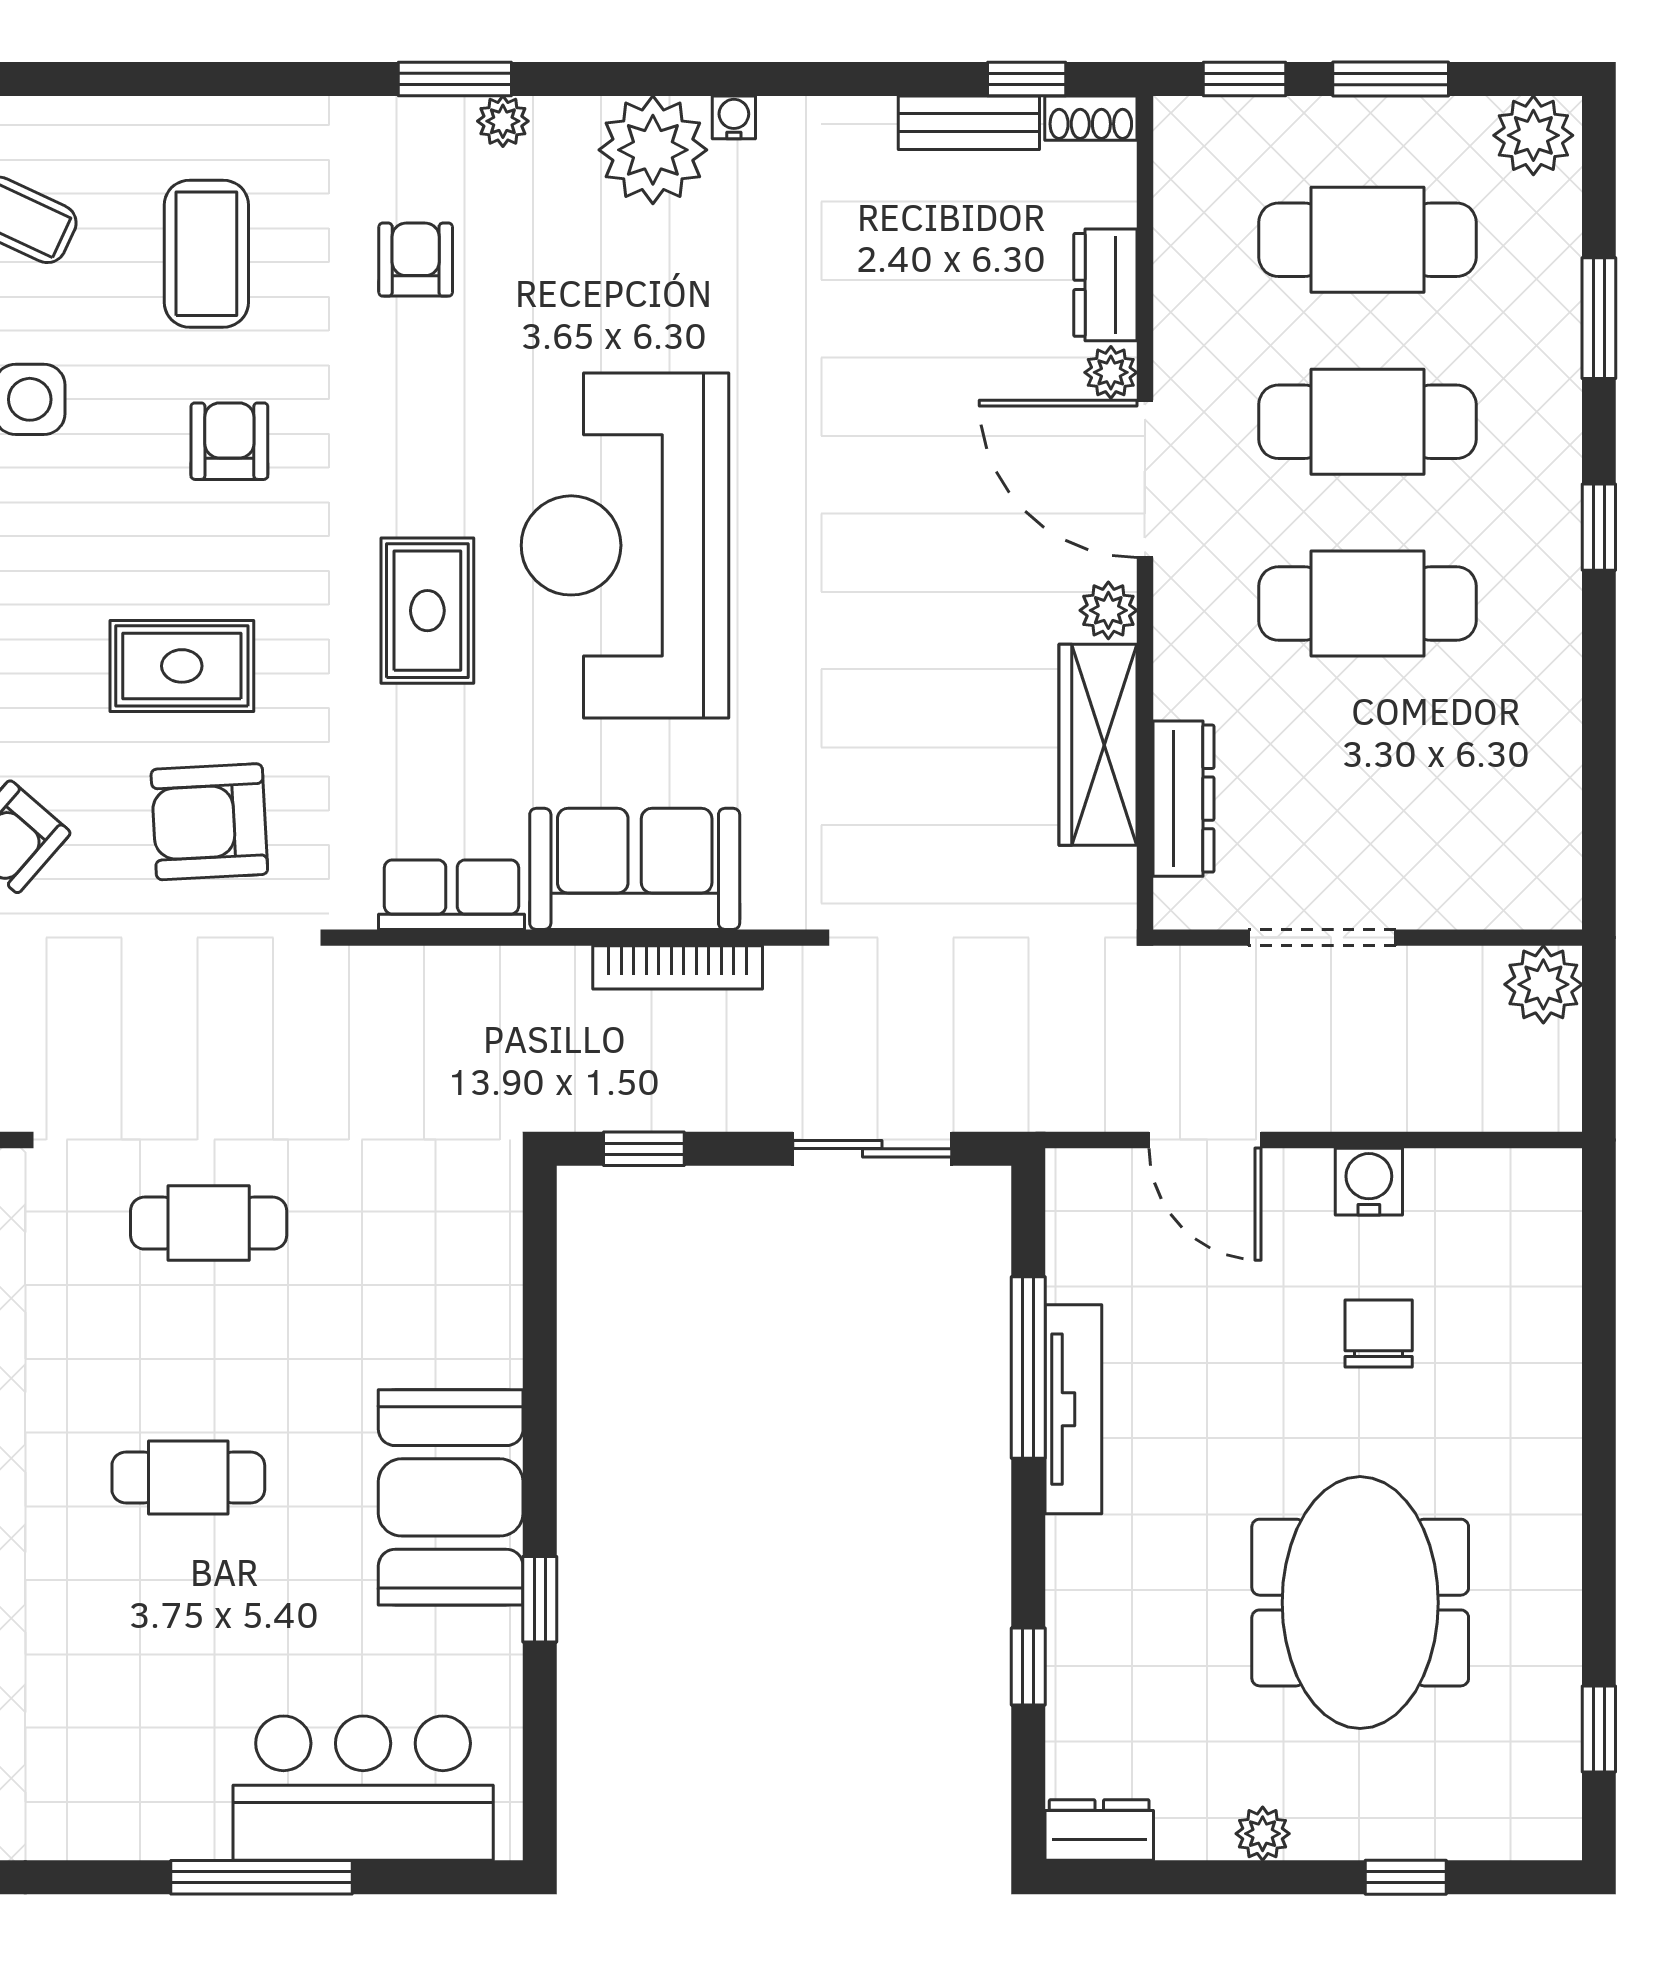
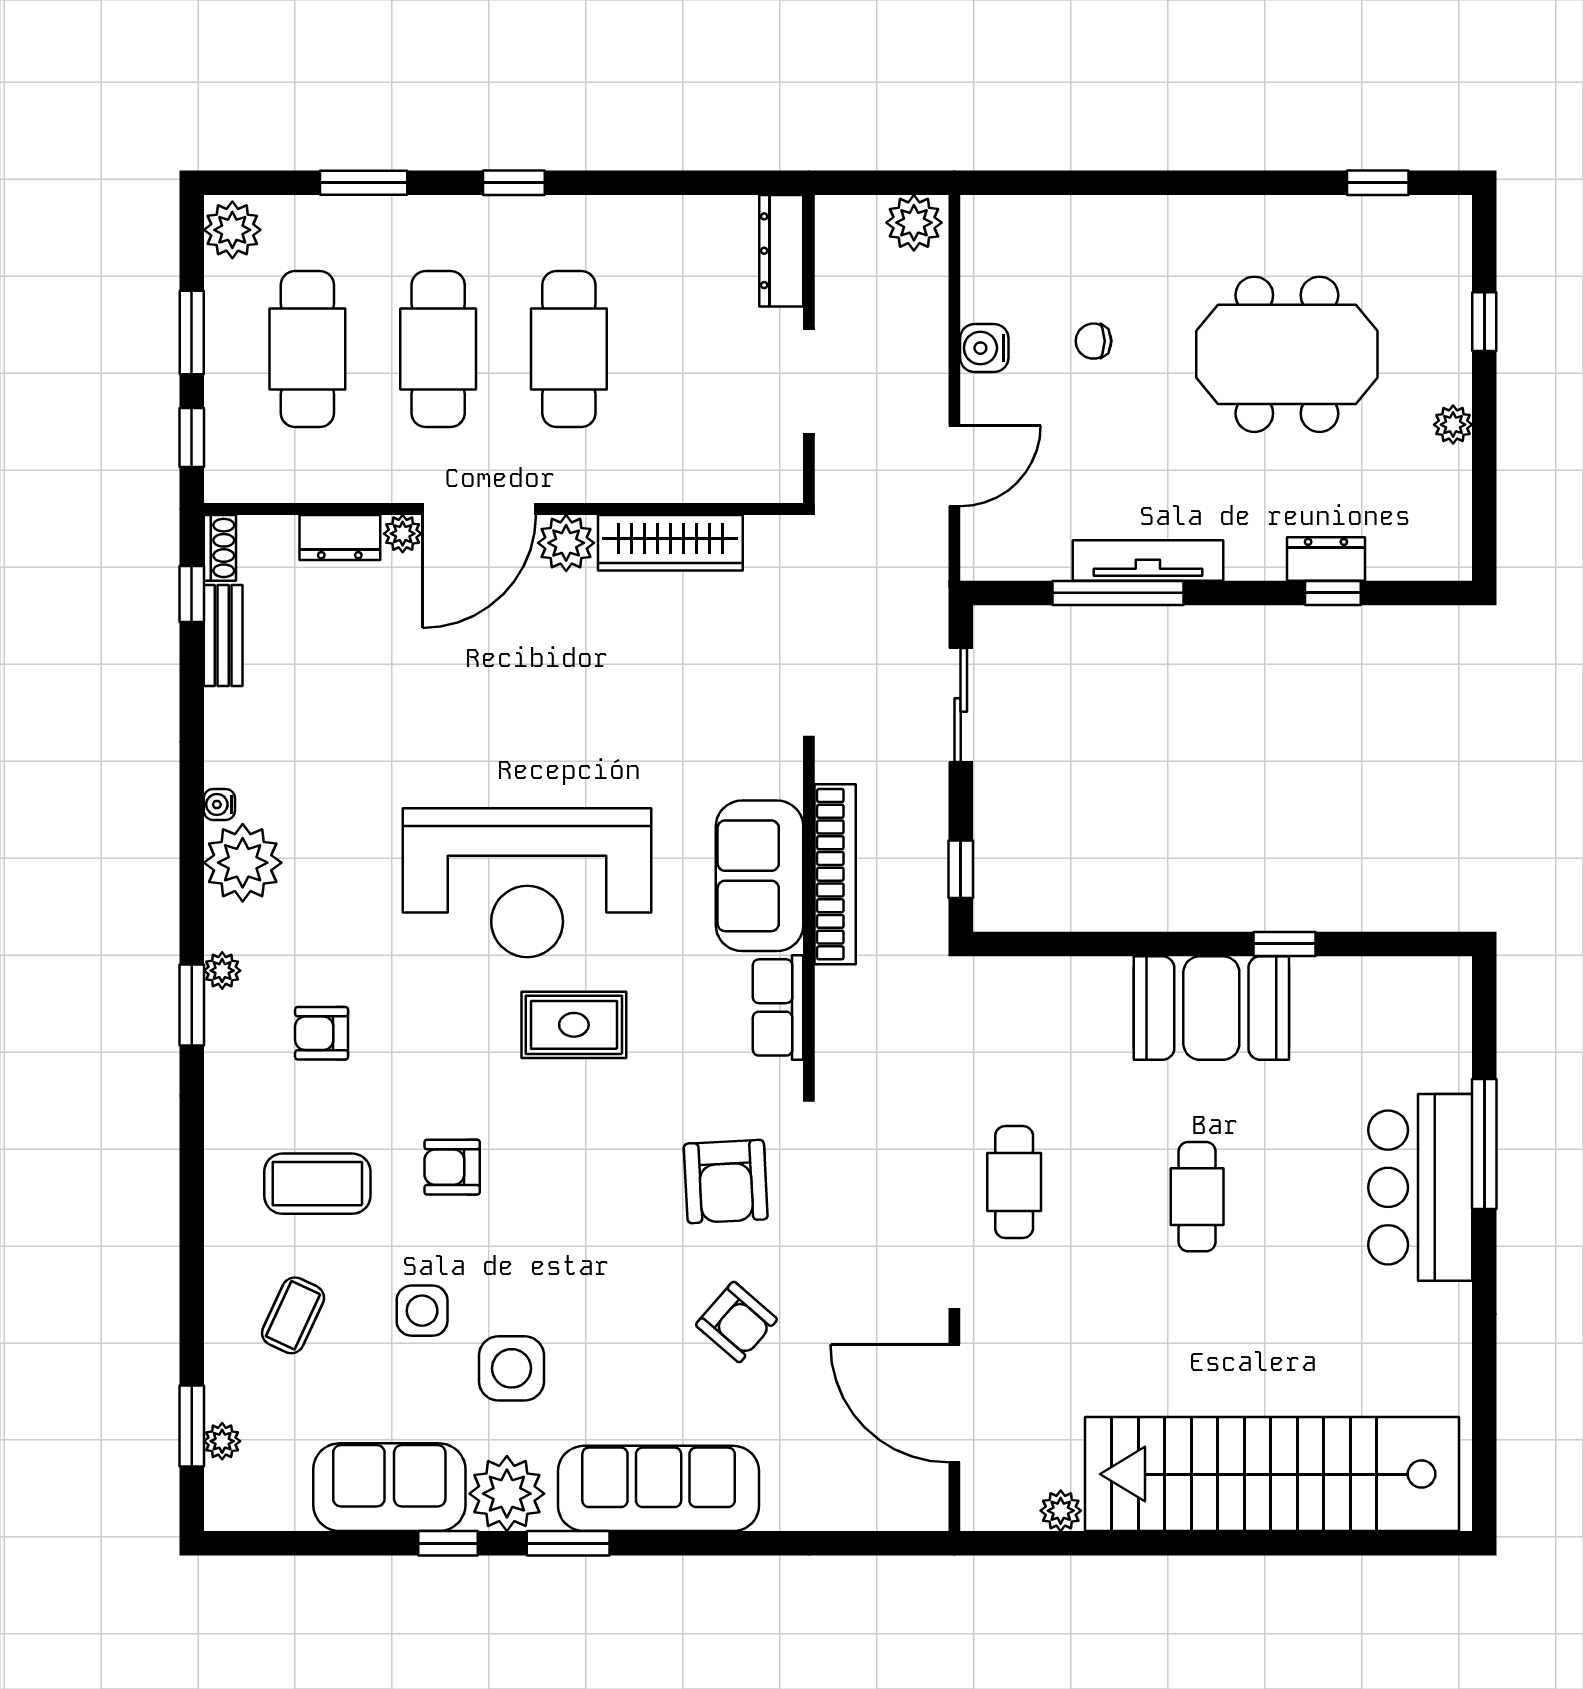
plant: (1108, 610) -> (566, 543), width x1.38, depth x1.38
rug: (182, 666) -> (614, 1201), removed
dresser: (1183, 799) -> (781, 251), moved, turned -90
bookcase: (678, 967) -> (835, 874), width x1.48, depth x1.31
plant: (1543, 984) -> (914, 223), moved
chair: (1379, 1333) -> (1093, 341), width x0.73, depth x0.73
bar counter: (363, 1788) -> (1420, 1187), moved
dresser: (1099, 1830) -> (1326, 559), moved, turned 90

